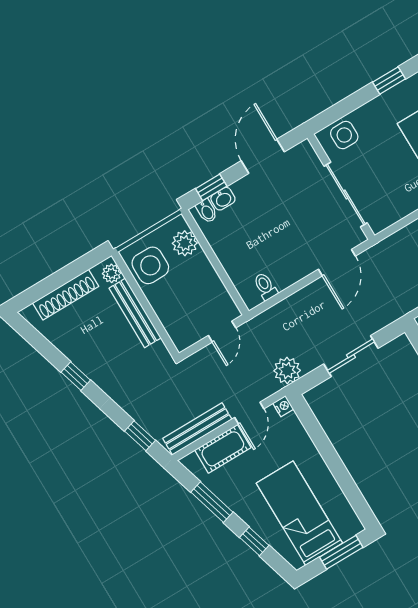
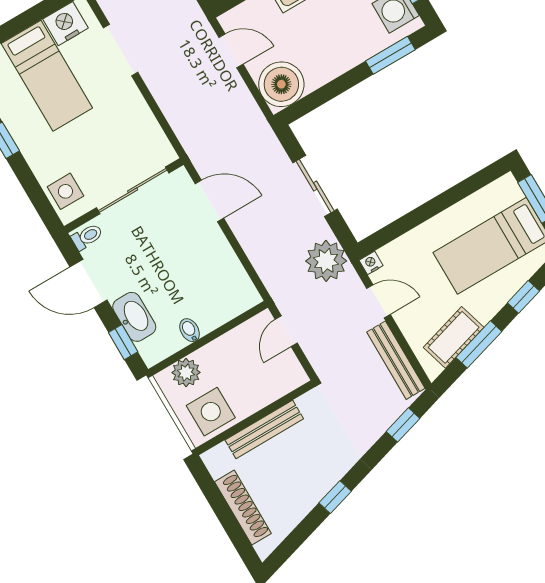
washbasin: (223, 199) -> (134, 317), width x1.91, depth x1.45
bidet: (207, 211) -> (190, 330), moved, turned -90
plant: (112, 273) -> (219, 455), removed
toilet: (265, 286) -> (87, 237), moved, turned 180
door: (222, 332) -> (286, 331), swing flipped
plant: (287, 371) -> (326, 261), width x1.36, depth x1.36
cot: (223, 449) -> (454, 337), moved, turned 74

